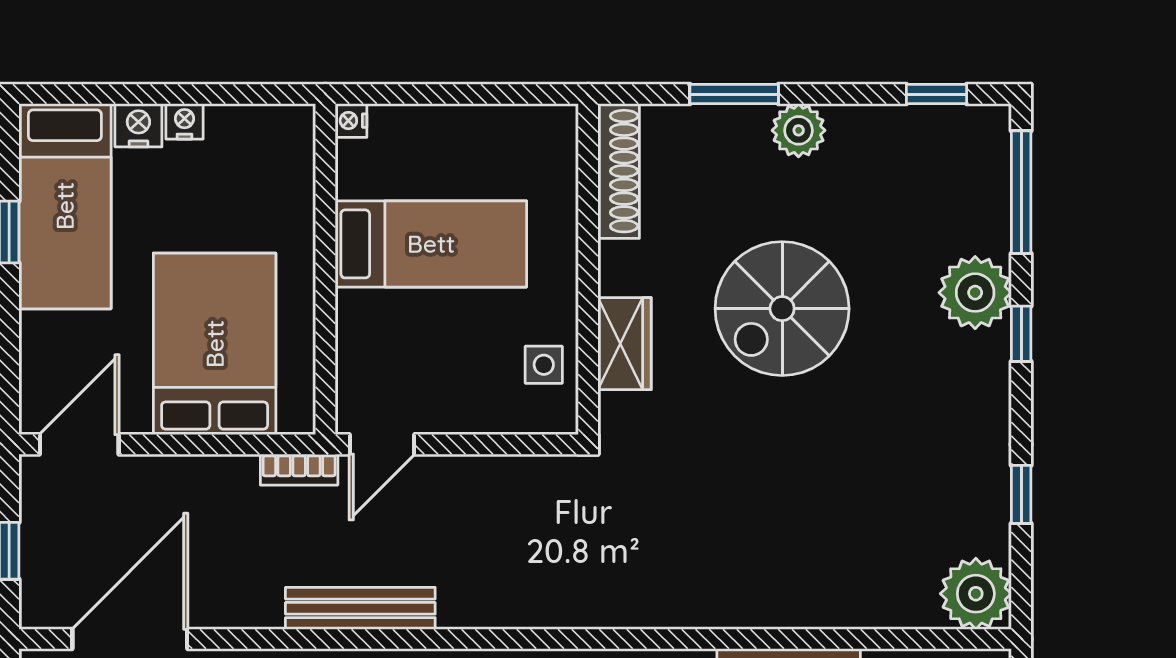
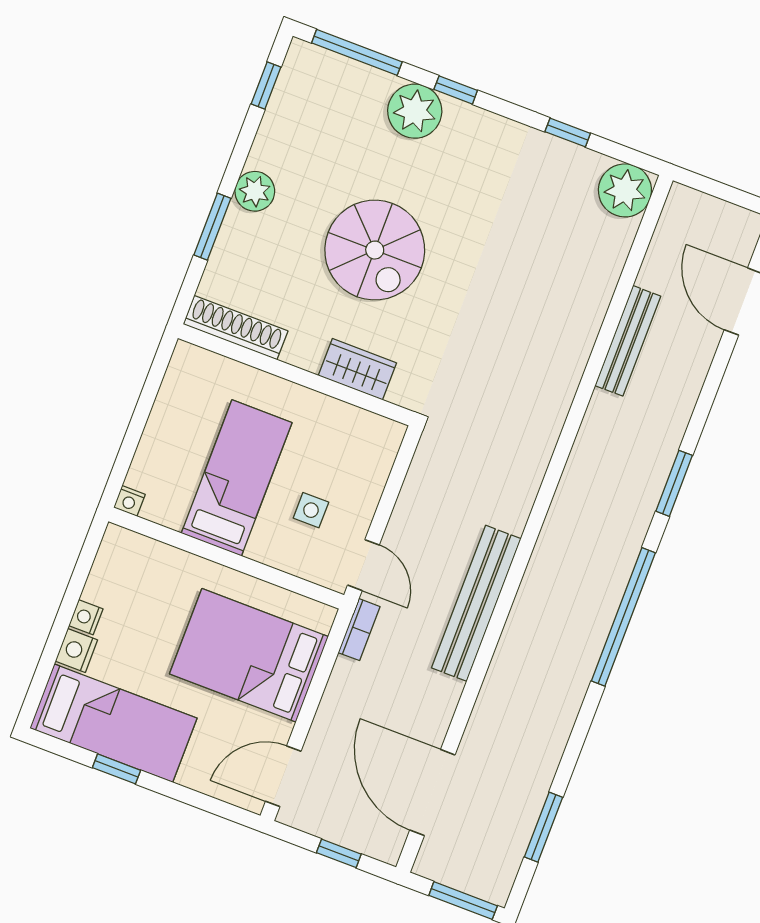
side table: (544, 365) -> (311, 510), moved
door: (79, 444) -> (283, 776), hinge flipped
bench: (360, 608) -> (476, 603), width x1.37, depth x1.21

